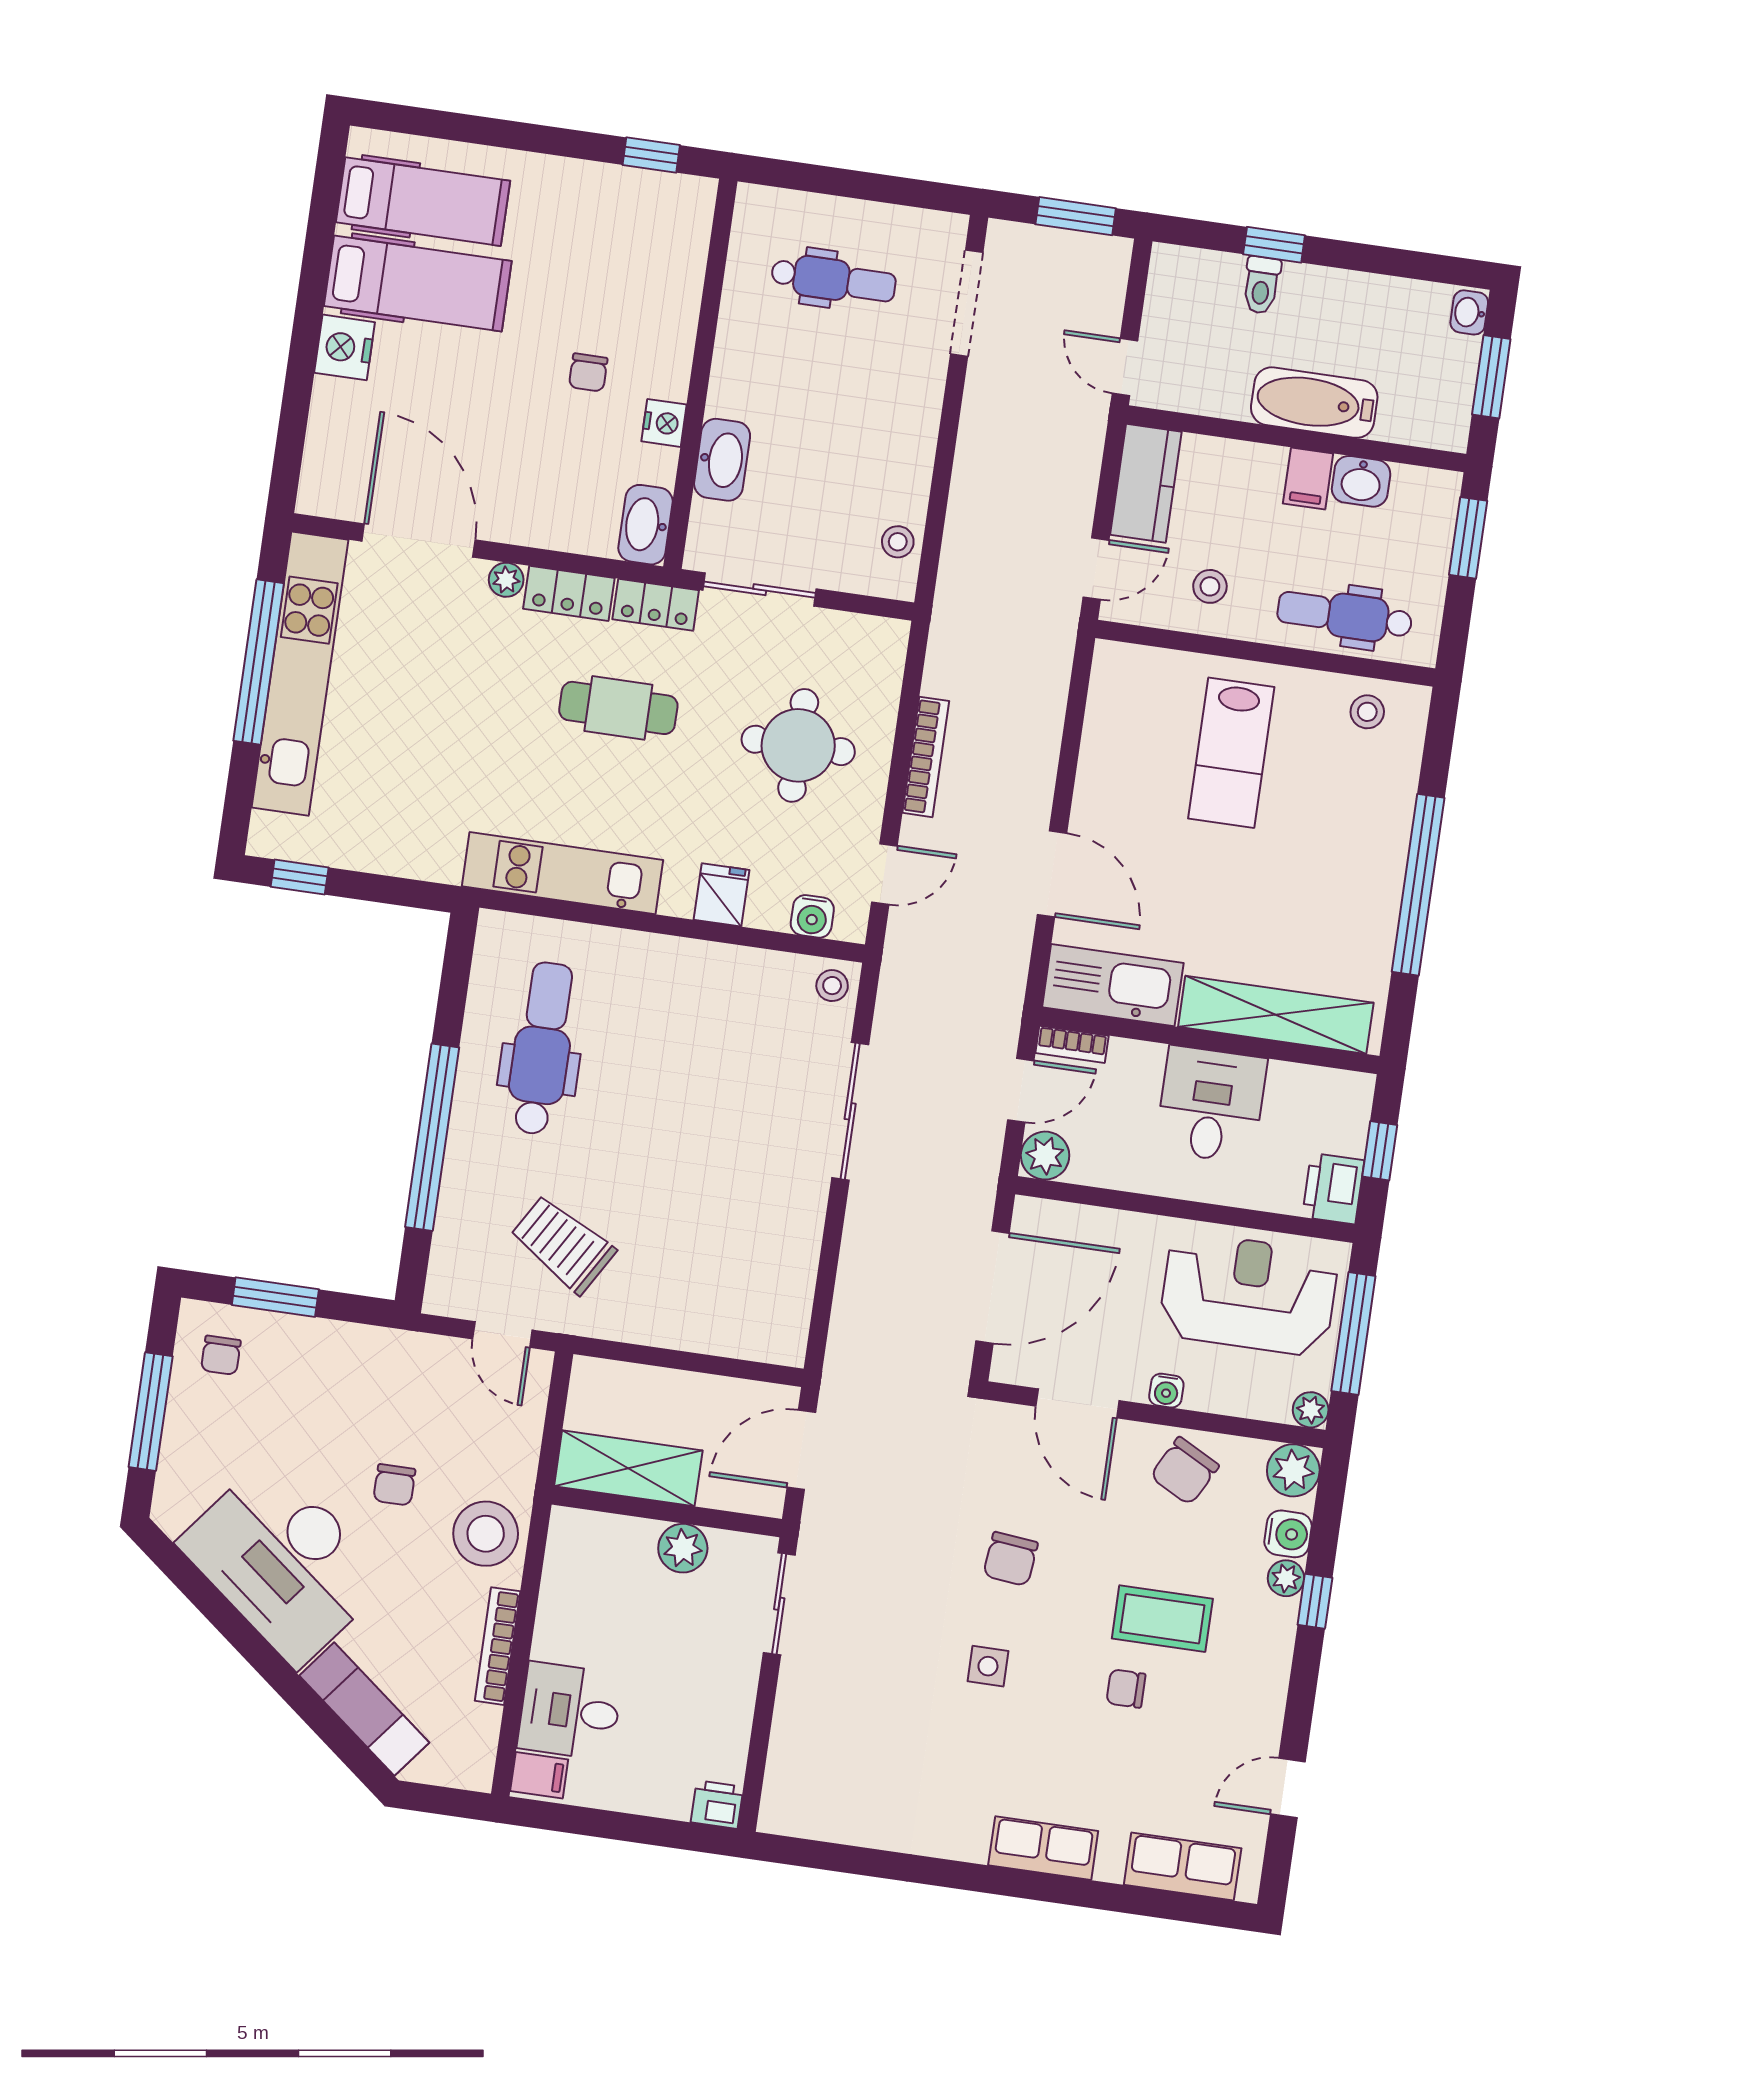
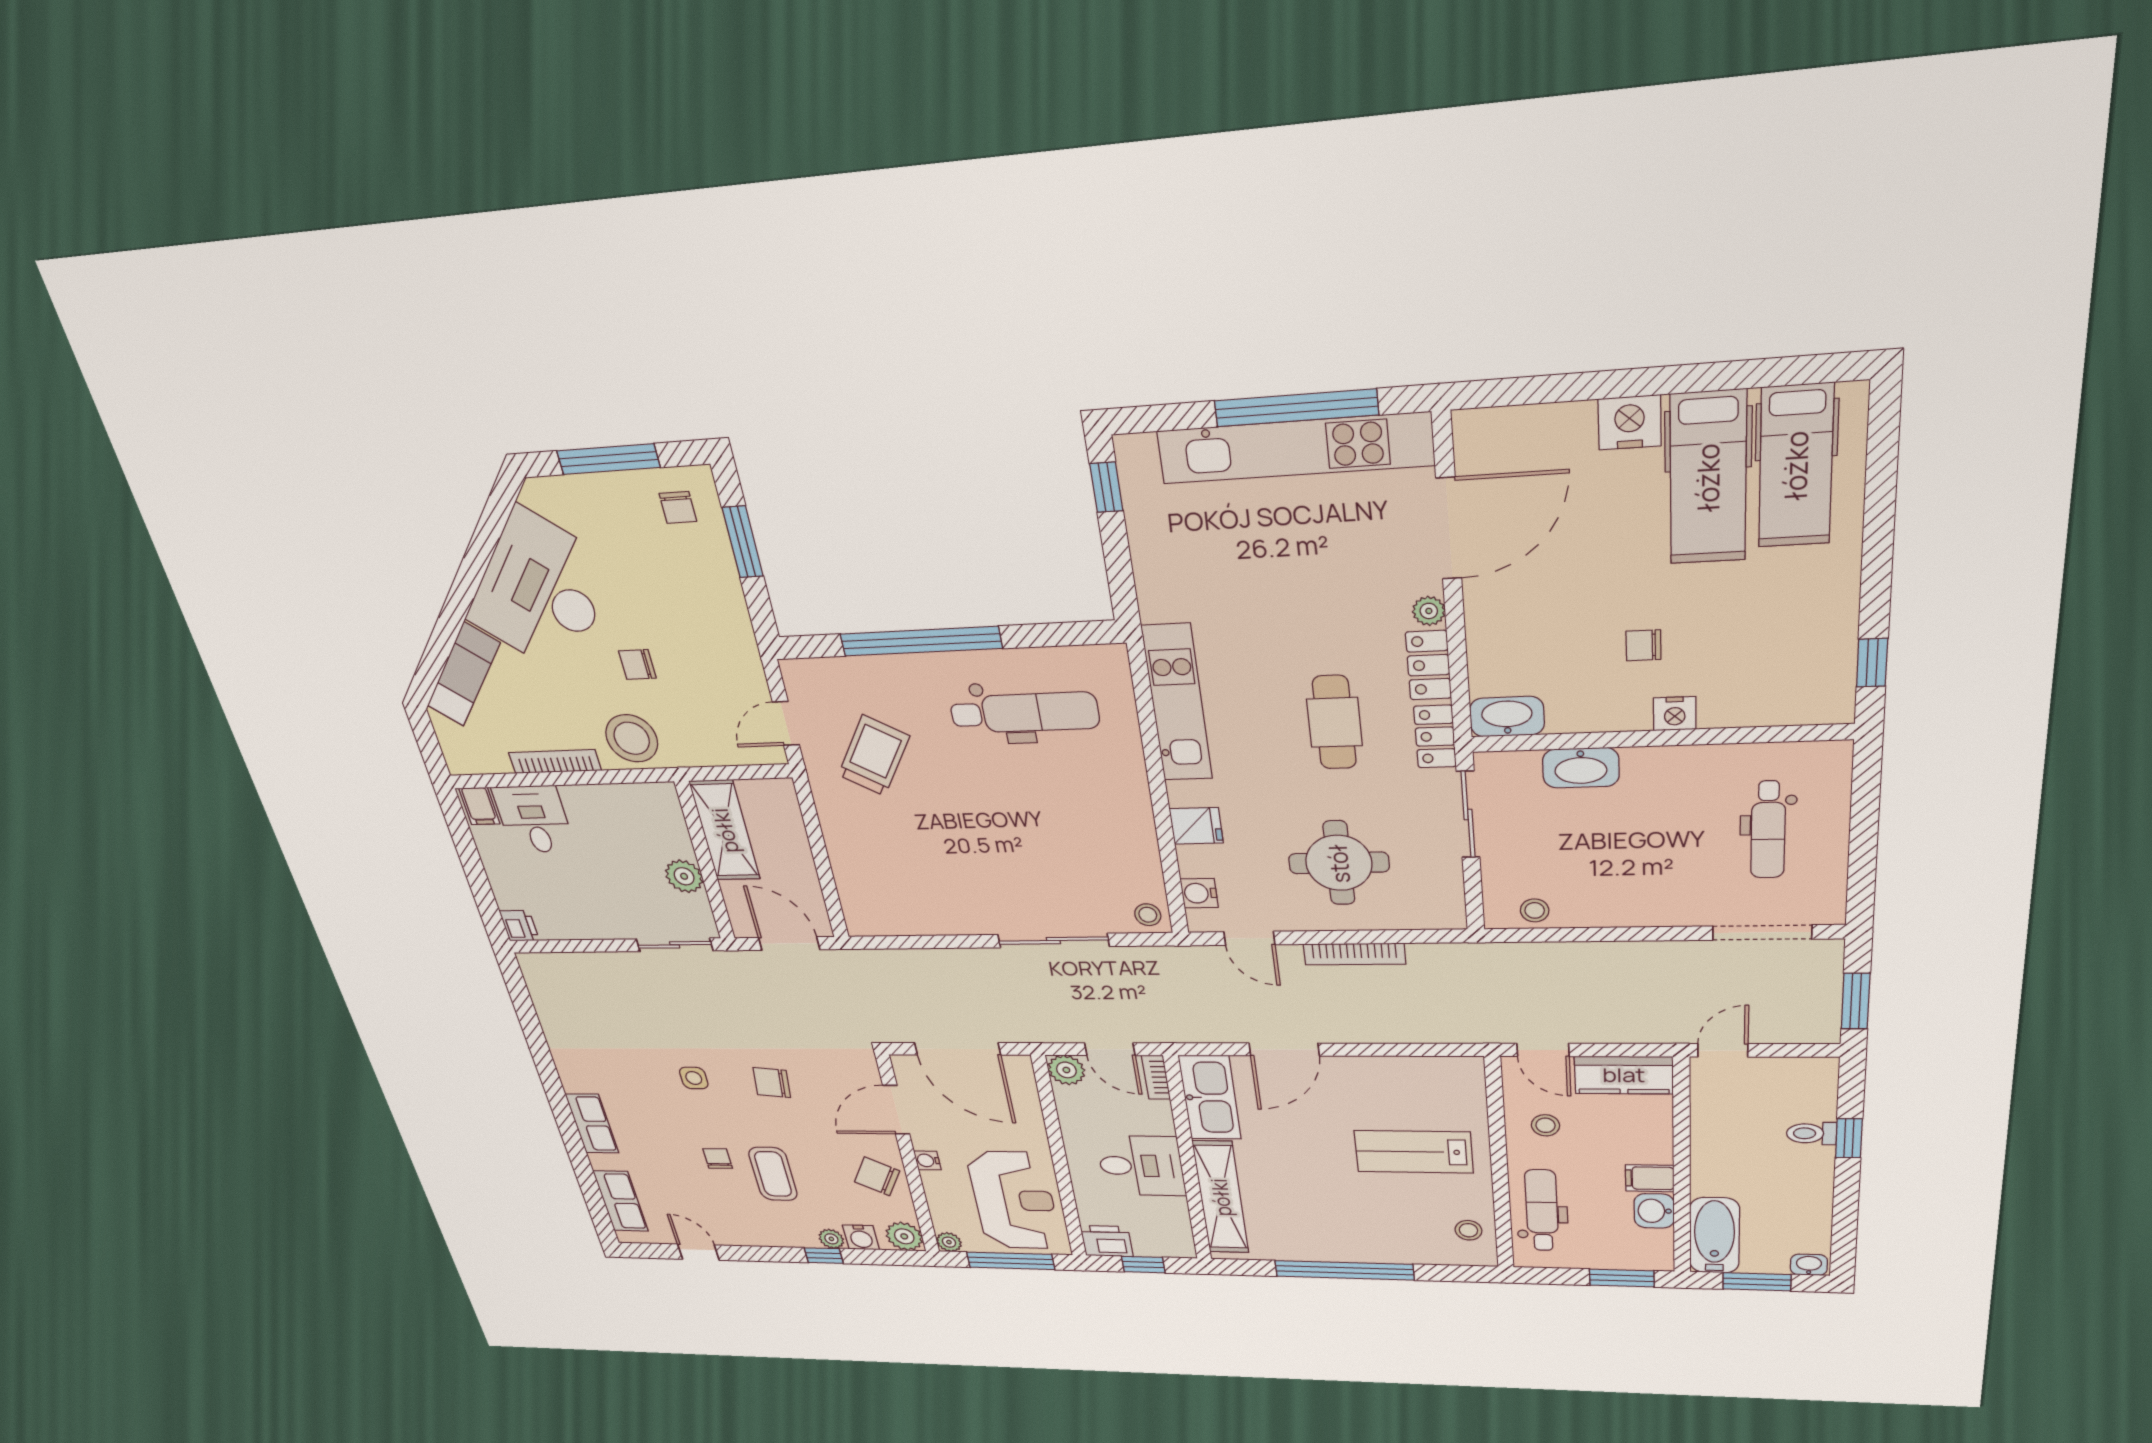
bathtub: (1314, 403) -> (1714, 1235), moved
nightstand: (664, 423) -> (1675, 714), moved
chair: (221, 1355) -> (678, 507), turned -90

